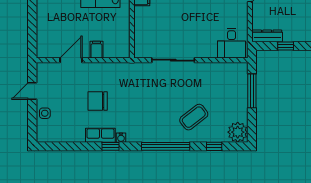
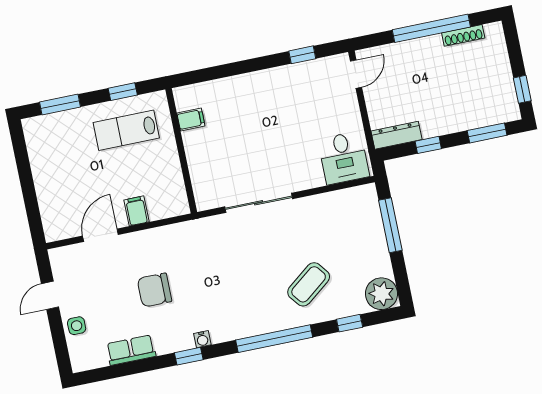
row of seats: (100, 135) -> (131, 350), moved

